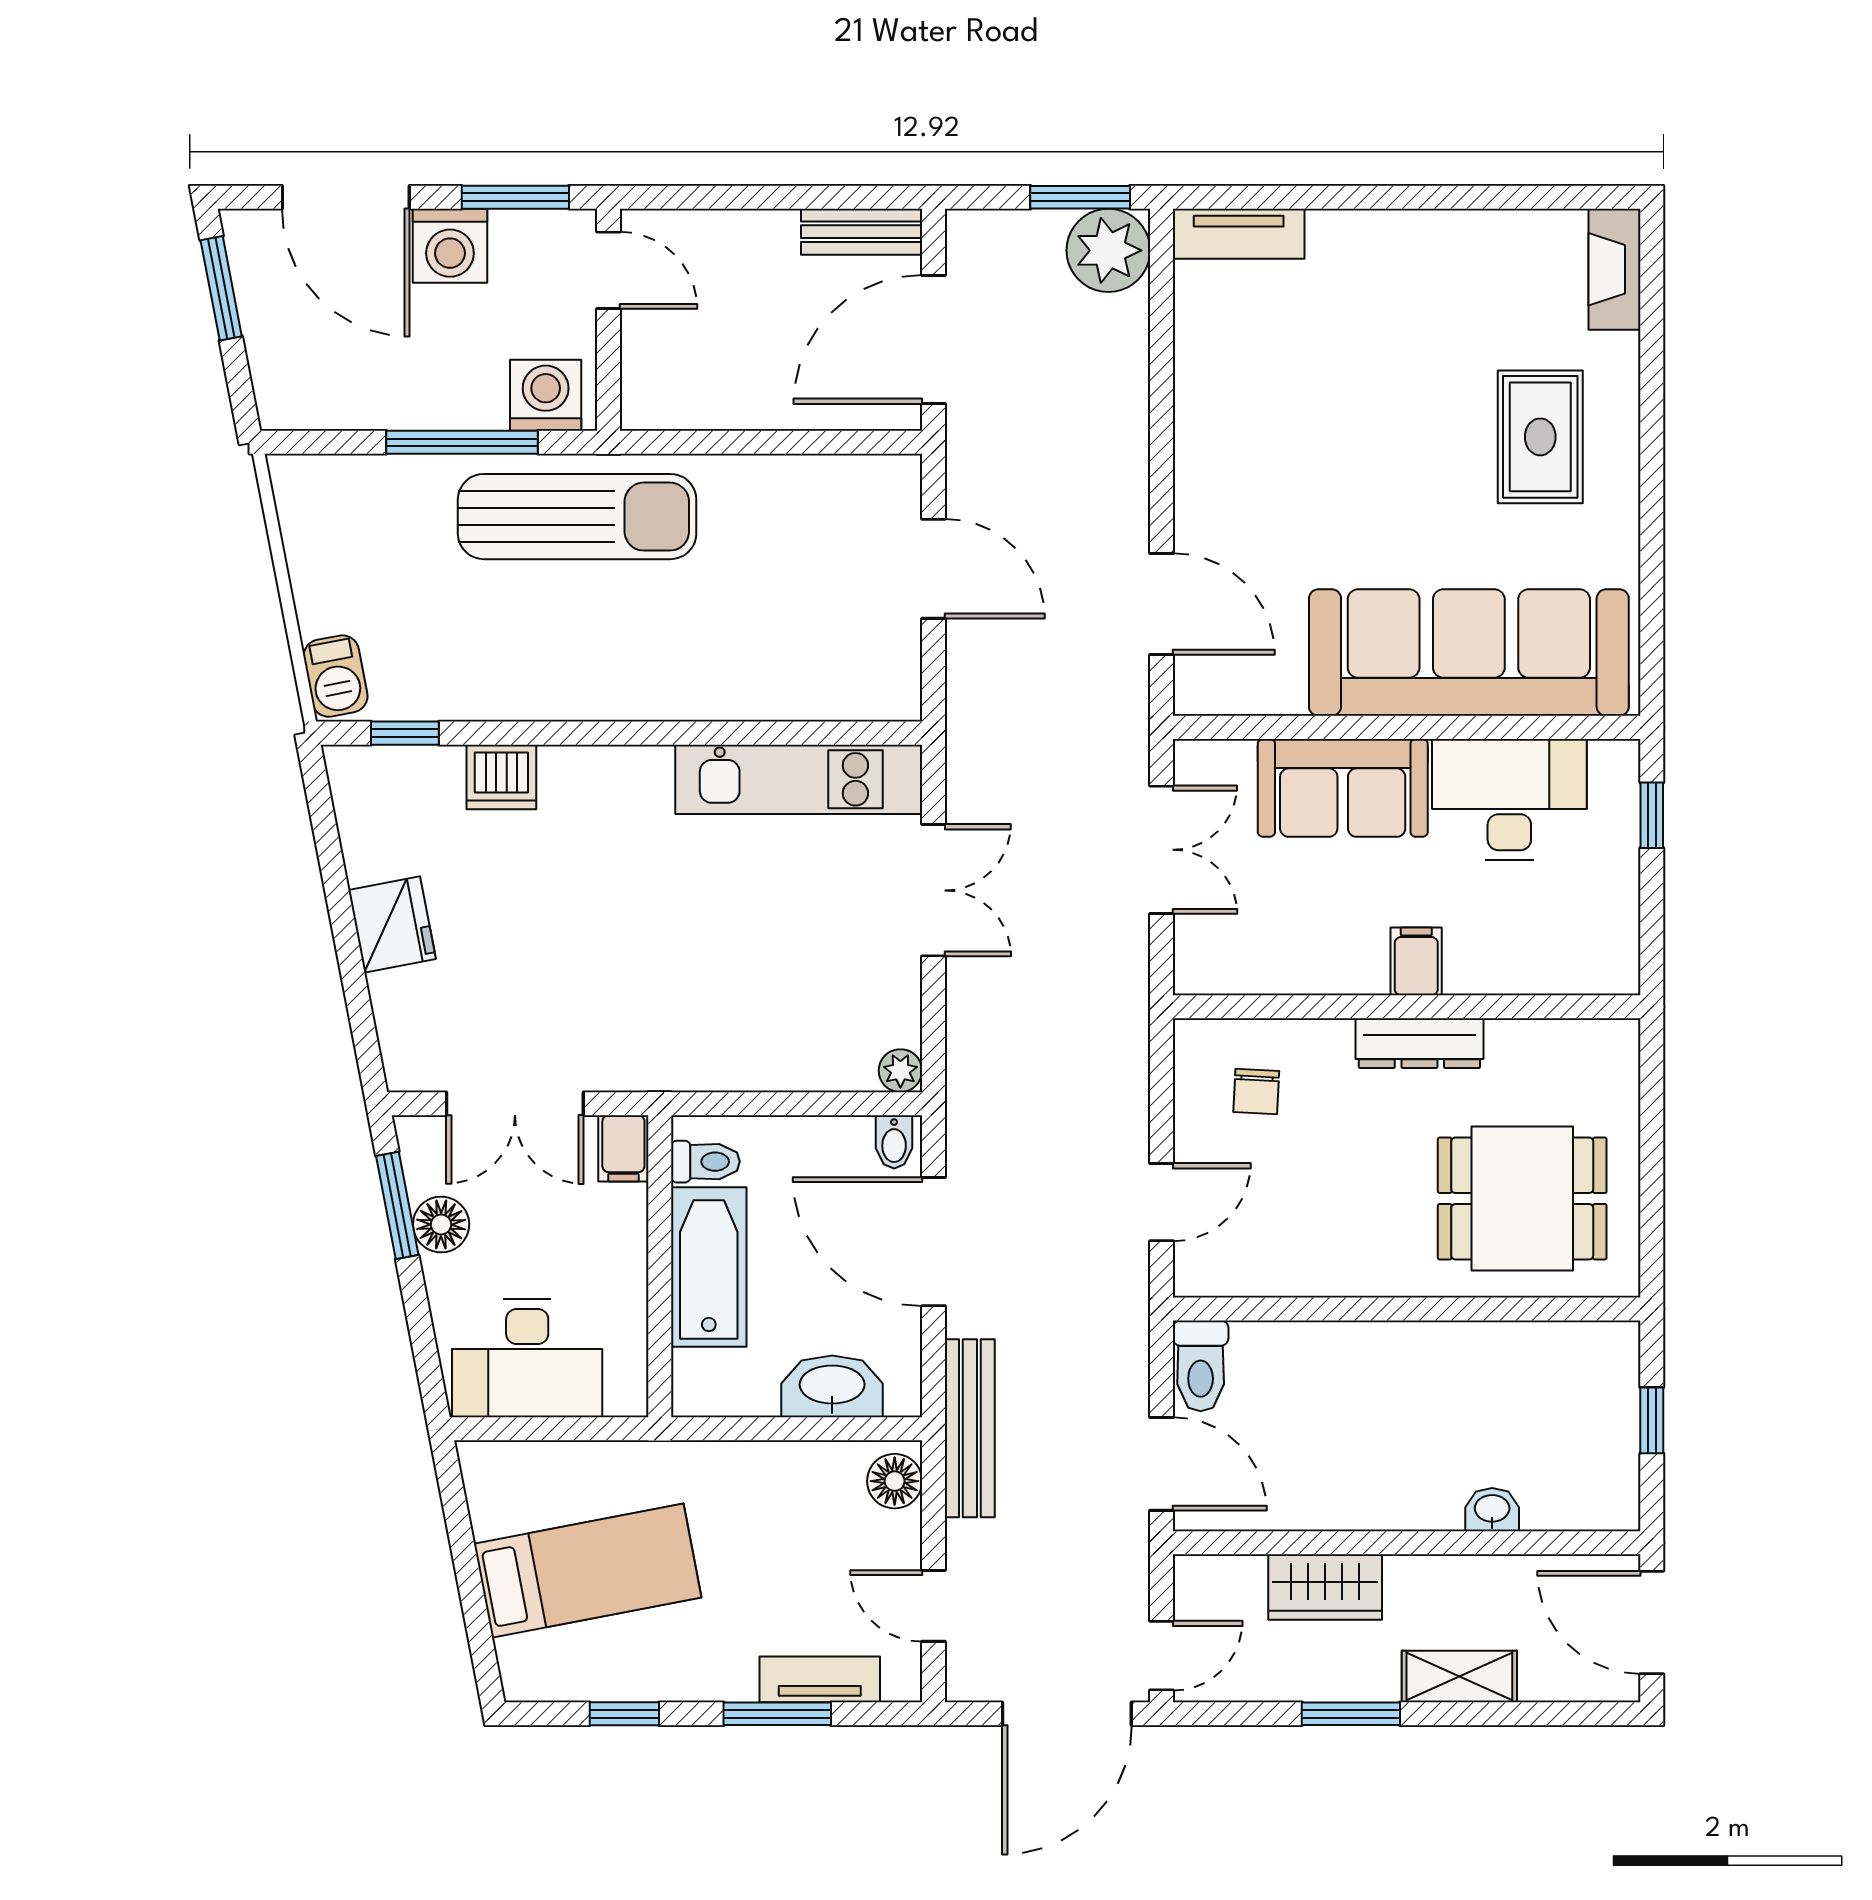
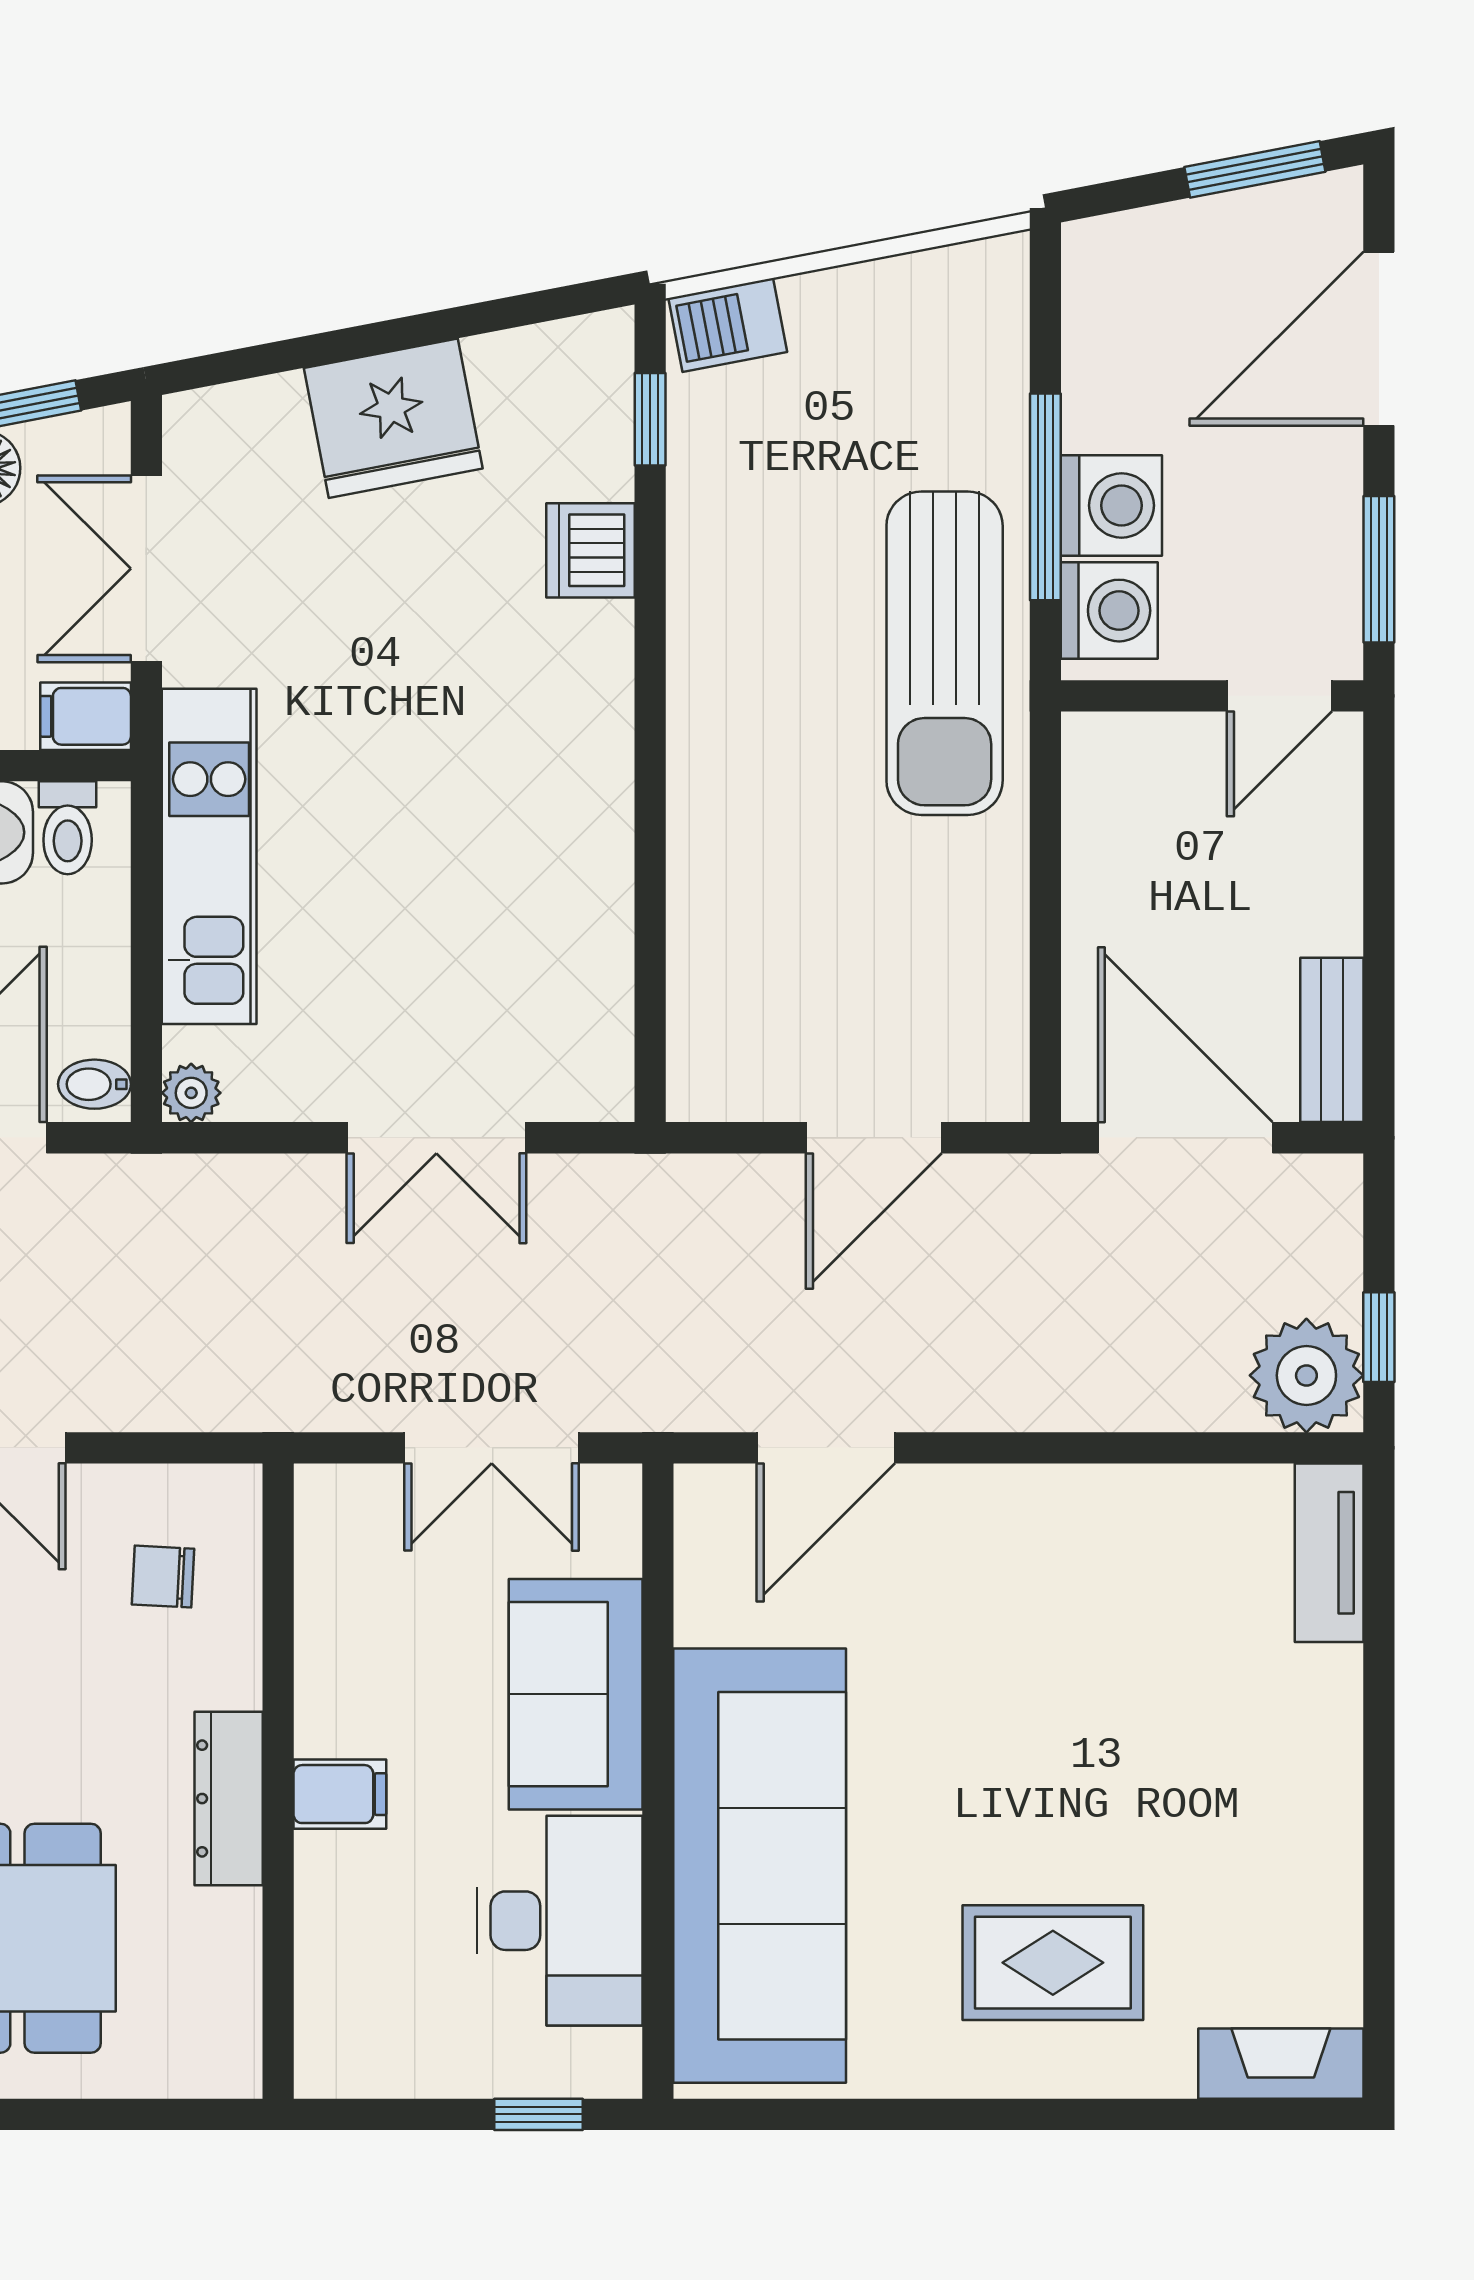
window: (1080, 197) -> (1379, 1337), width x0.67
washing machine: (450, 246) -> (1111, 505), moved, turned 180
kitchen unit: (799, 779) -> (209, 856), moved, turned 180
fridge: (392, 924) -> (393, 418), width x1.36, depth x1.34

